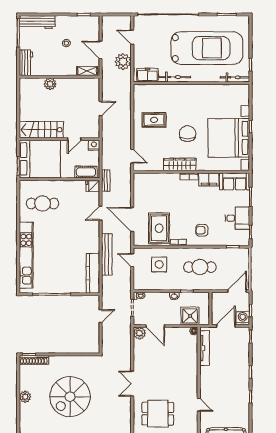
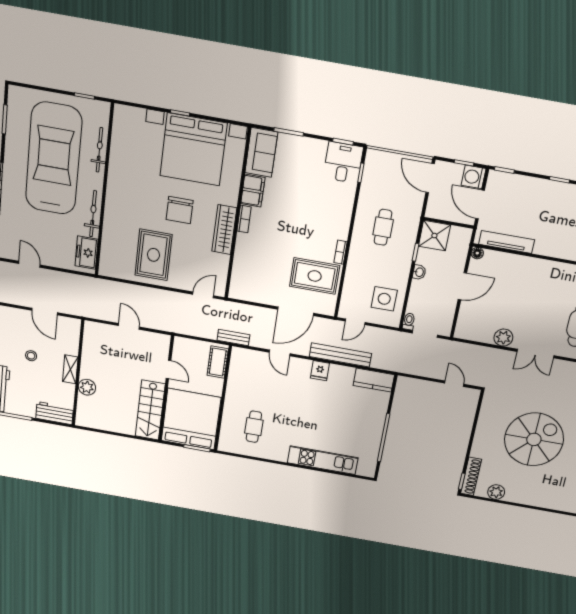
door: (132, 37) -> (29, 264), swing flipped
door: (101, 50) -> (45, 311), hinge flipped
plant: (123, 62) -> (64, 284), removed
shelving: (87, 71) -> (70, 369), moved
bicycle: (235, 77) -> (99, 150), moved
rug: (154, 120) -> (153, 255), width x1.36, depth x1.43
chair: (188, 134) -> (180, 210), turned -90
nightstand: (94, 145) -> (181, 345), removed
fridge: (93, 186) -> (320, 371), moved
cafe table: (42, 203) -> (254, 427), width x0.73, depth x0.74
desk: (237, 218) -> (343, 162), moved
armchair: (202, 230) -> (328, 214), removed
kitchen unit: (26, 255) -> (323, 460), width x0.73
side table: (159, 264) -> (384, 299), moved
cafe table: (200, 267) -> (383, 227), width x0.73, depth x0.74
kitchen counter: (93, 273) -> (374, 380), width x0.67
door: (101, 316) -> (454, 384), moved
shower: (190, 316) -> (434, 236), moved
door: (155, 326) -> (462, 286), moved
plant: (139, 333) -> (503, 338), moved
plant: (25, 397) -> (496, 492), moved
spiral stairs: (70, 397) -> (534, 439), turned -90

